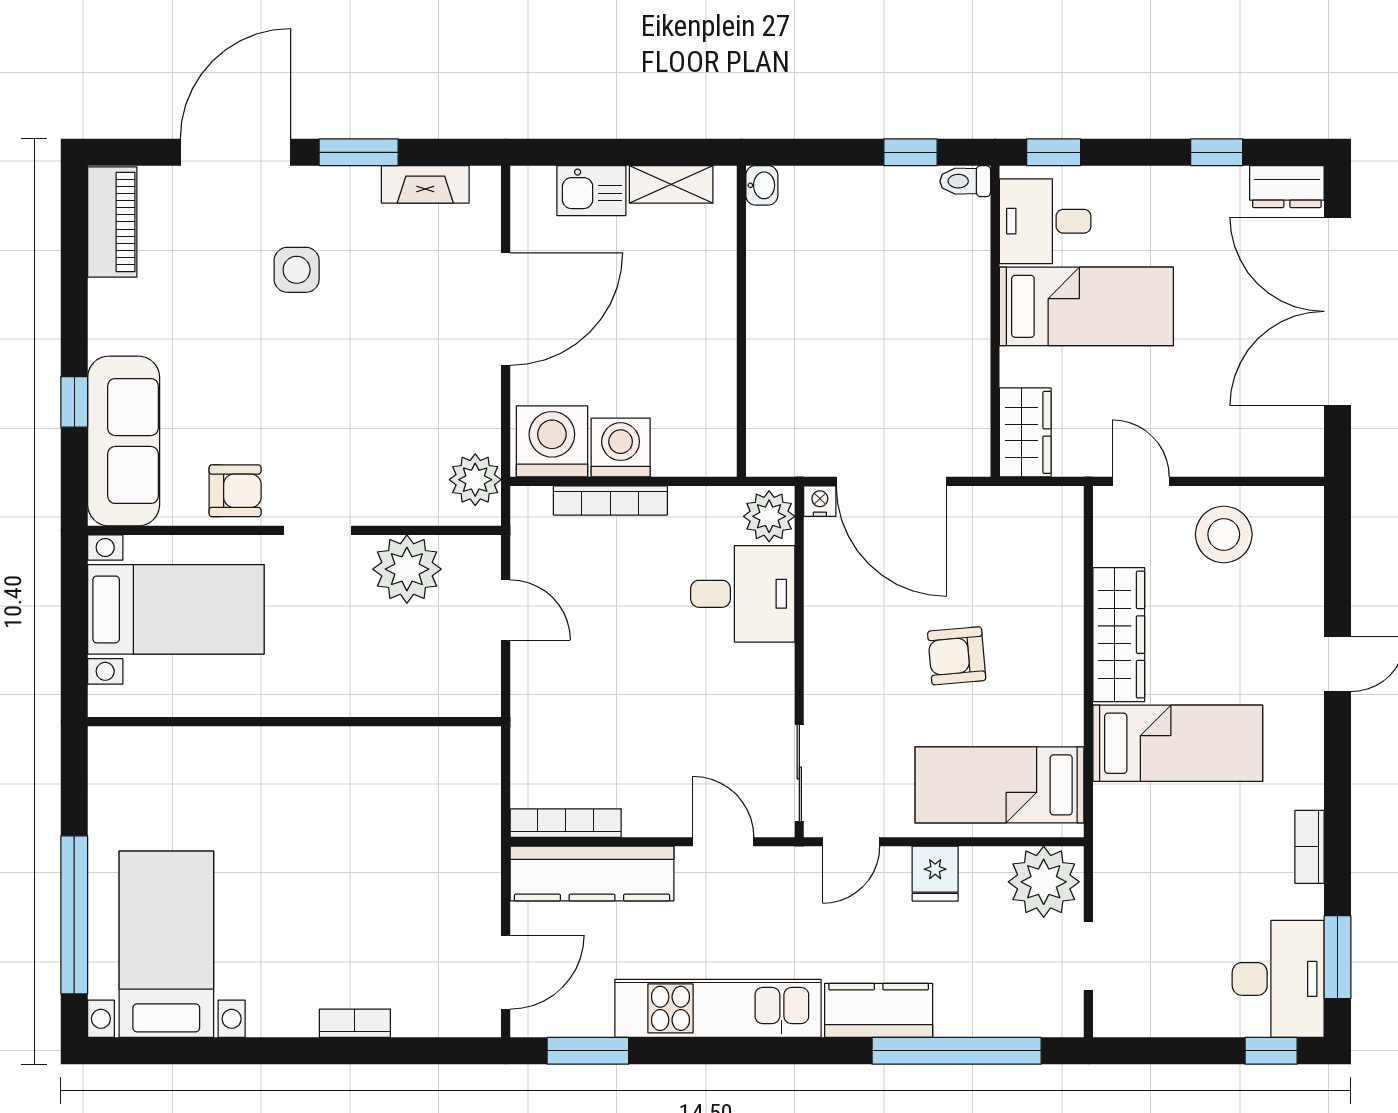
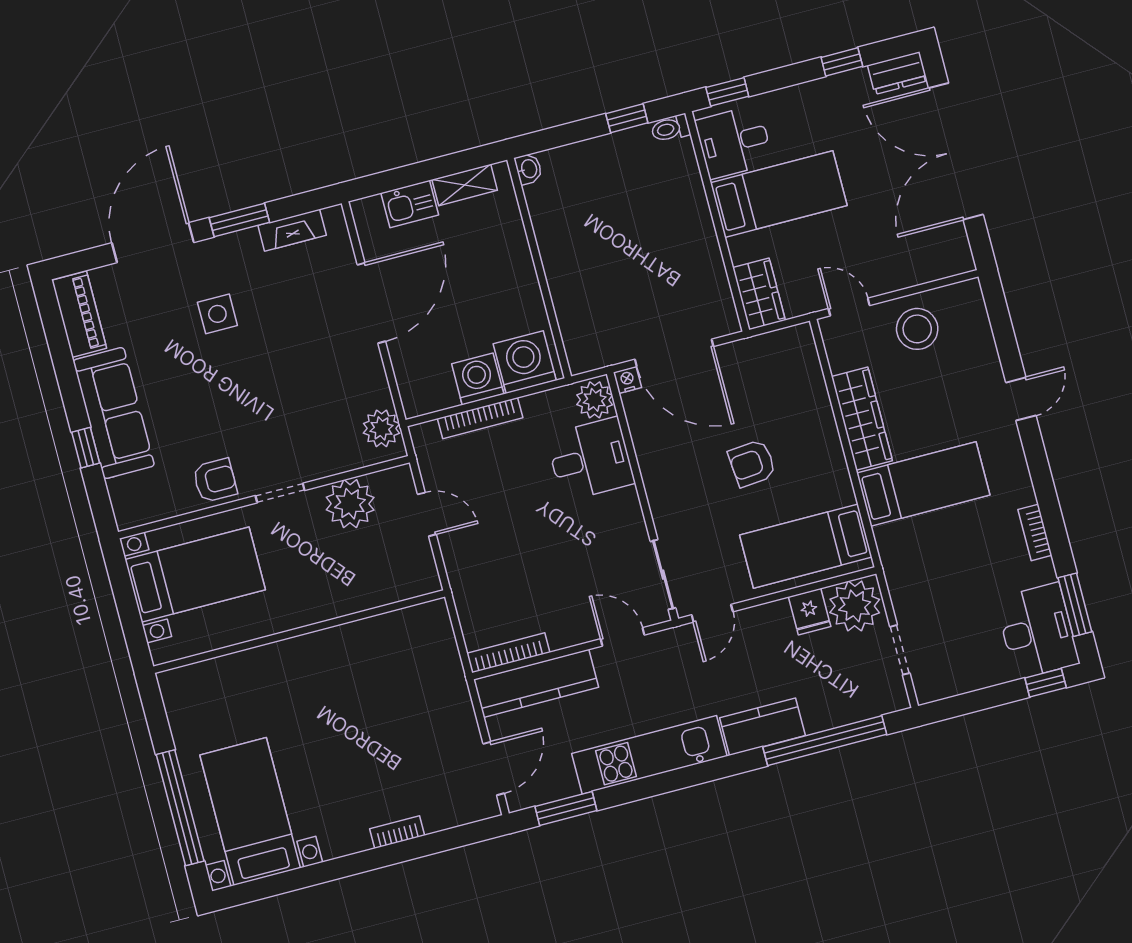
sofa: (124, 441) -> (114, 413), moved
washing machine: (552, 441) -> (525, 362), moved
fridge: (935, 874) -> (810, 612), moved

